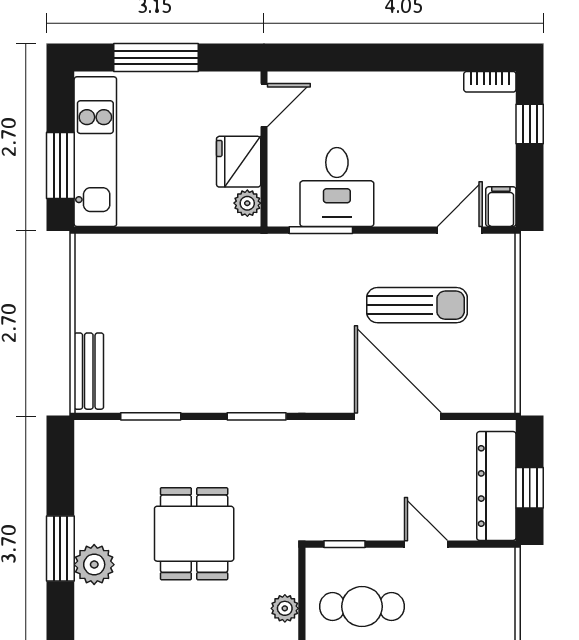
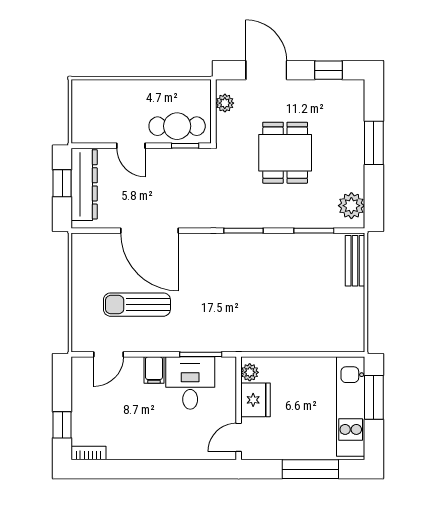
filing cabinet: (501, 207) -> (154, 370), moved
plant: (94, 565) -> (351, 206), moved
cafe table: (362, 607) -> (177, 126), moved

